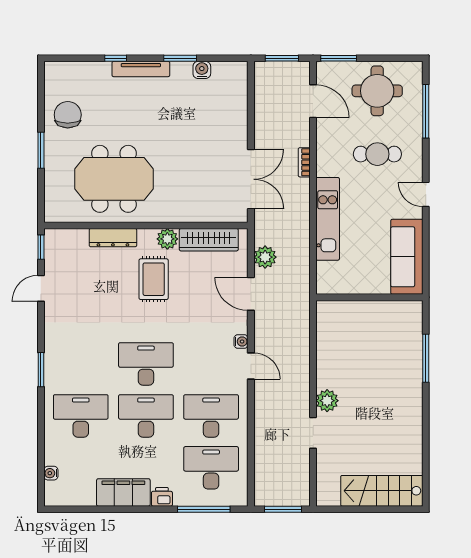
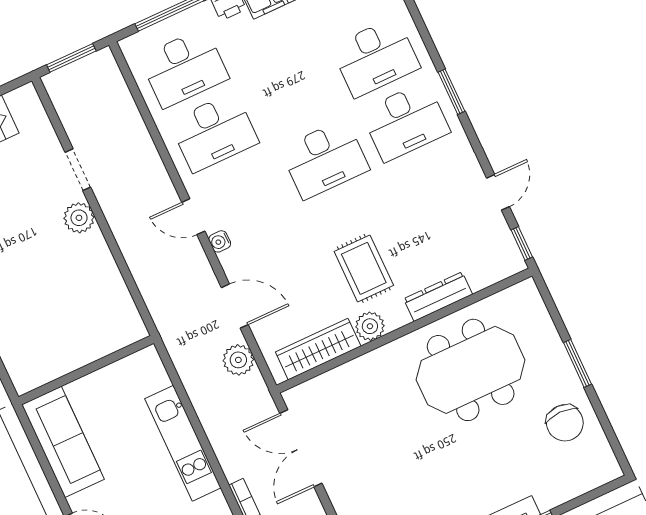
desk: (146, 416) -> (405, 122), moved

